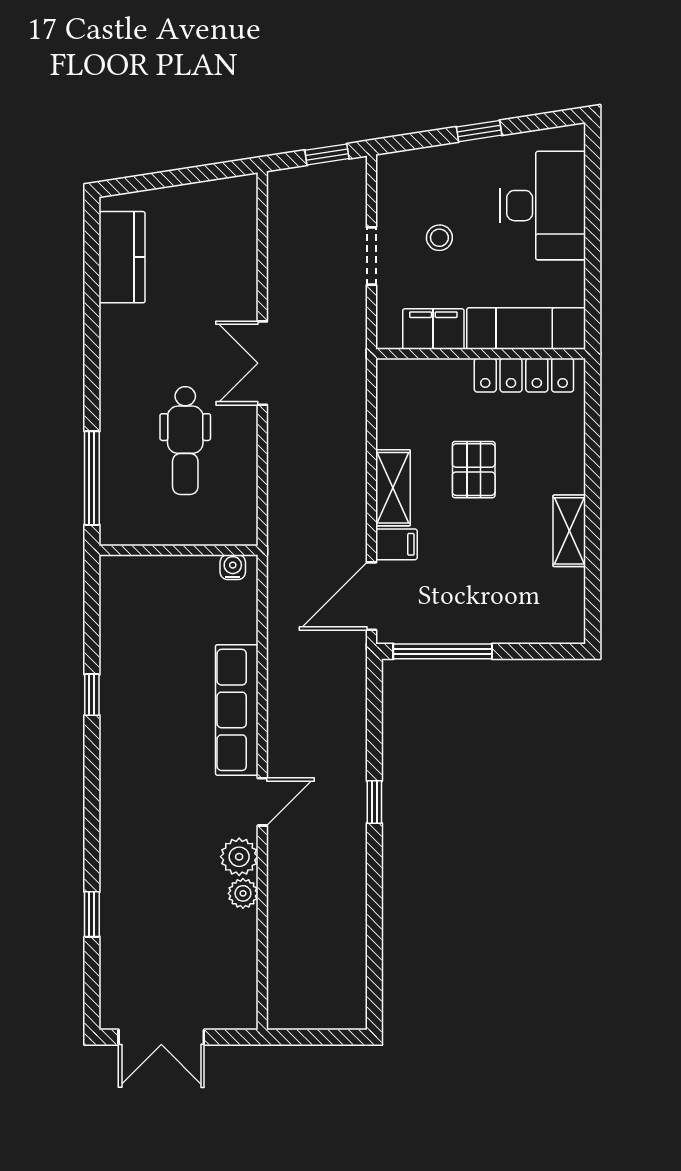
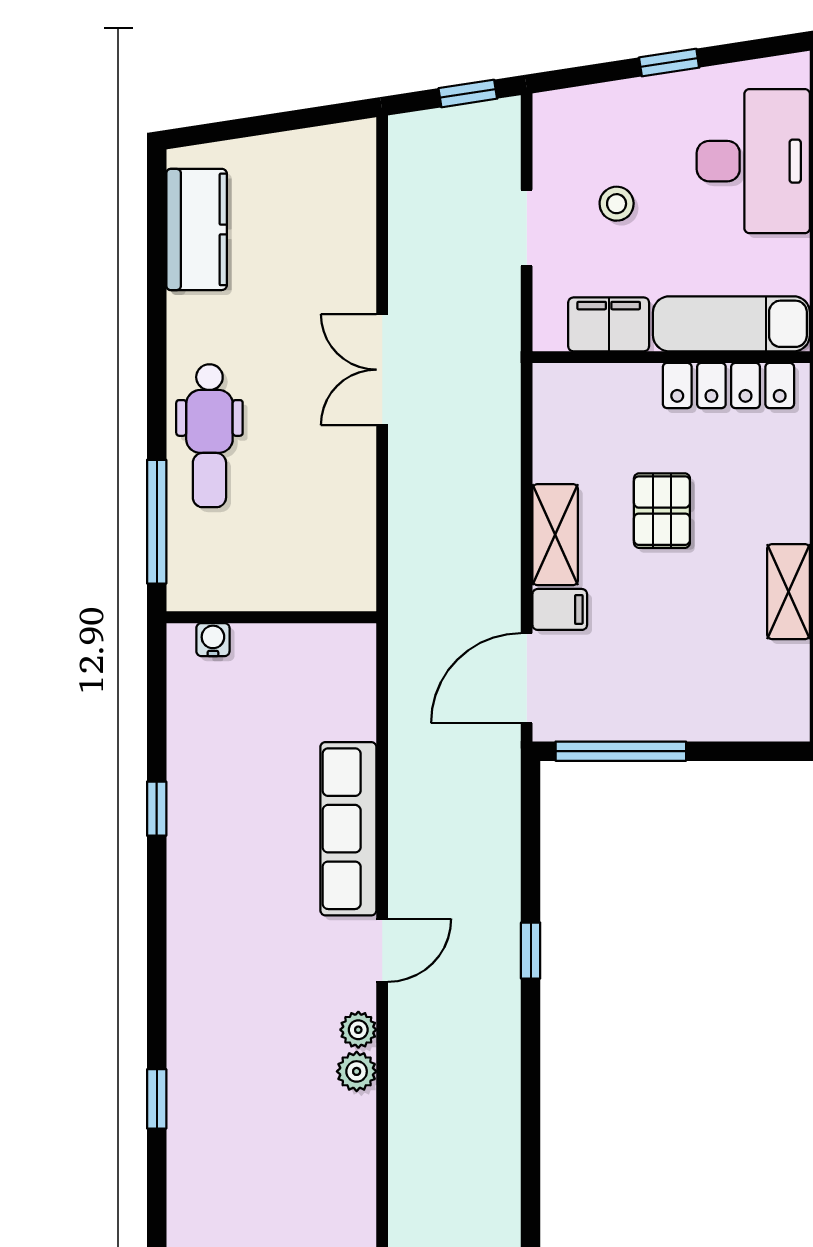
dental chair: (185, 441) -> (209, 436), moved
water cooler: (233, 567) -> (213, 640), moved
plant: (239, 857) -> (358, 1030), width x0.73, depth x0.73

